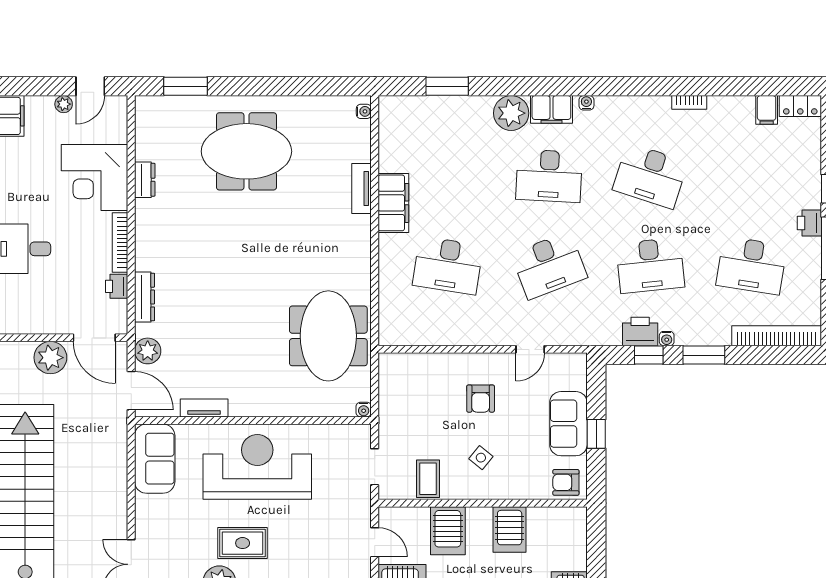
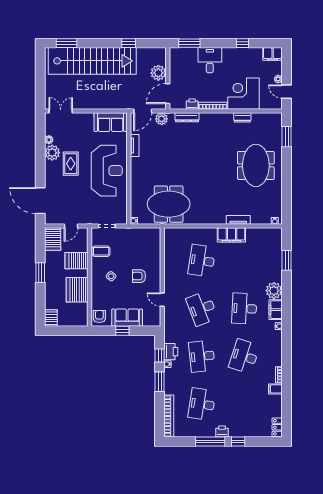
filing cabinet: (767, 110) -> (275, 389), moved
server rack: (510, 529) -> (77, 290), width x1.60

